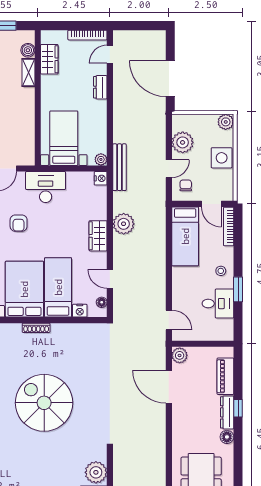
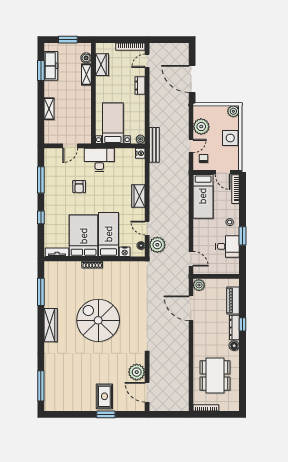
plant: (124, 224) -> (157, 245), moved

